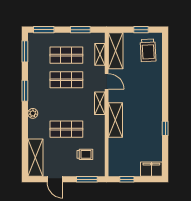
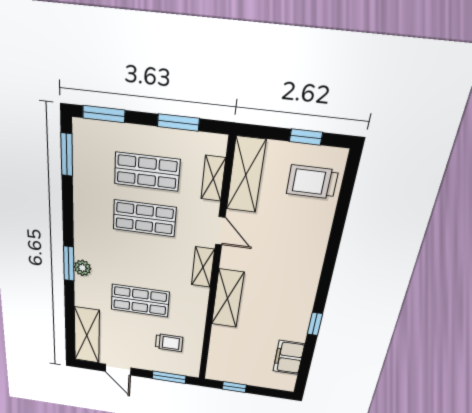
trolley: (148, 50) -> (312, 182), turned 93
window: (25, 91) -> (69, 264), moved
filing cabinet: (151, 169) -> (289, 357), moved, turned -90

